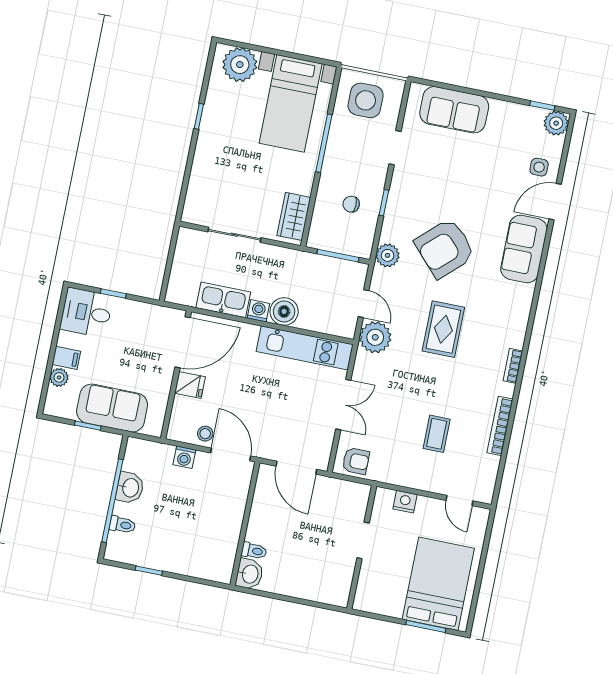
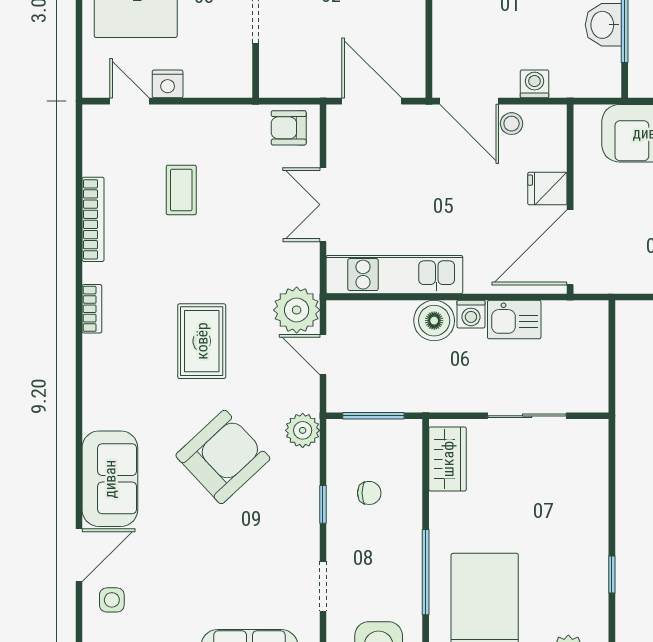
kitchen sink: (223, 300) -> (514, 320), width x0.73
nightstand: (405, 502) -> (168, 84), moved

